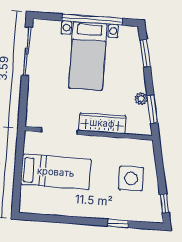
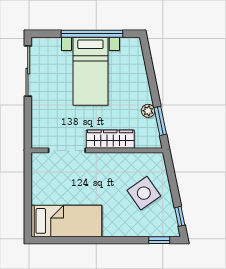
window: (145, 53) -> (149, 64), removed
bed: (56, 172) -> (66, 221), moved
side table: (131, 178) -> (144, 193), turned -35
window: (118, 223) -> (159, 240), moved

